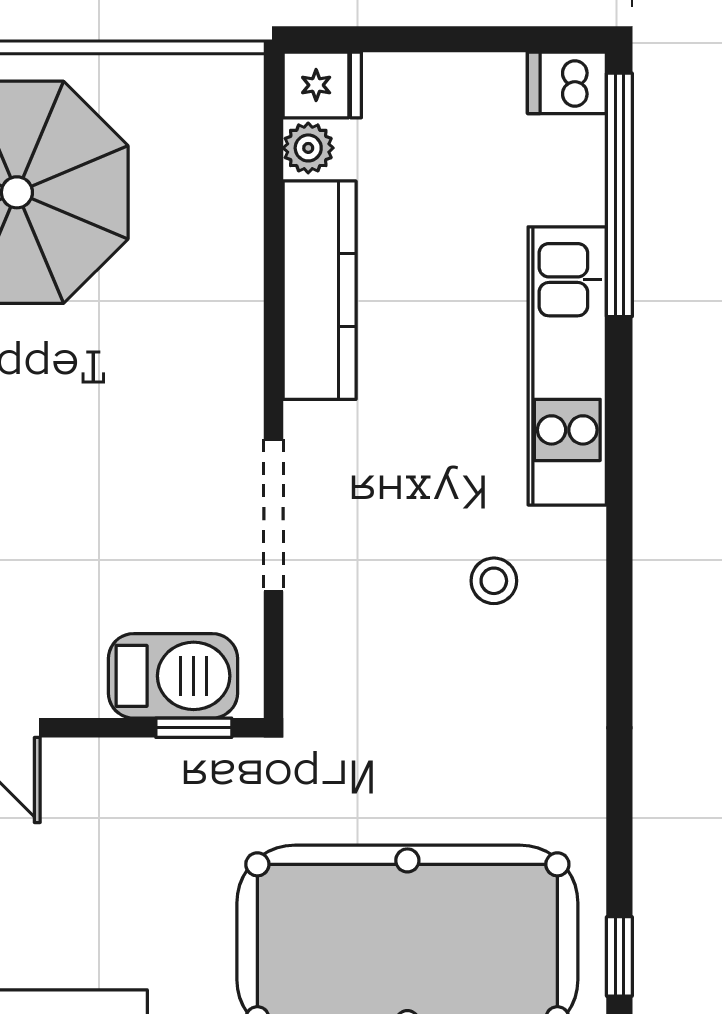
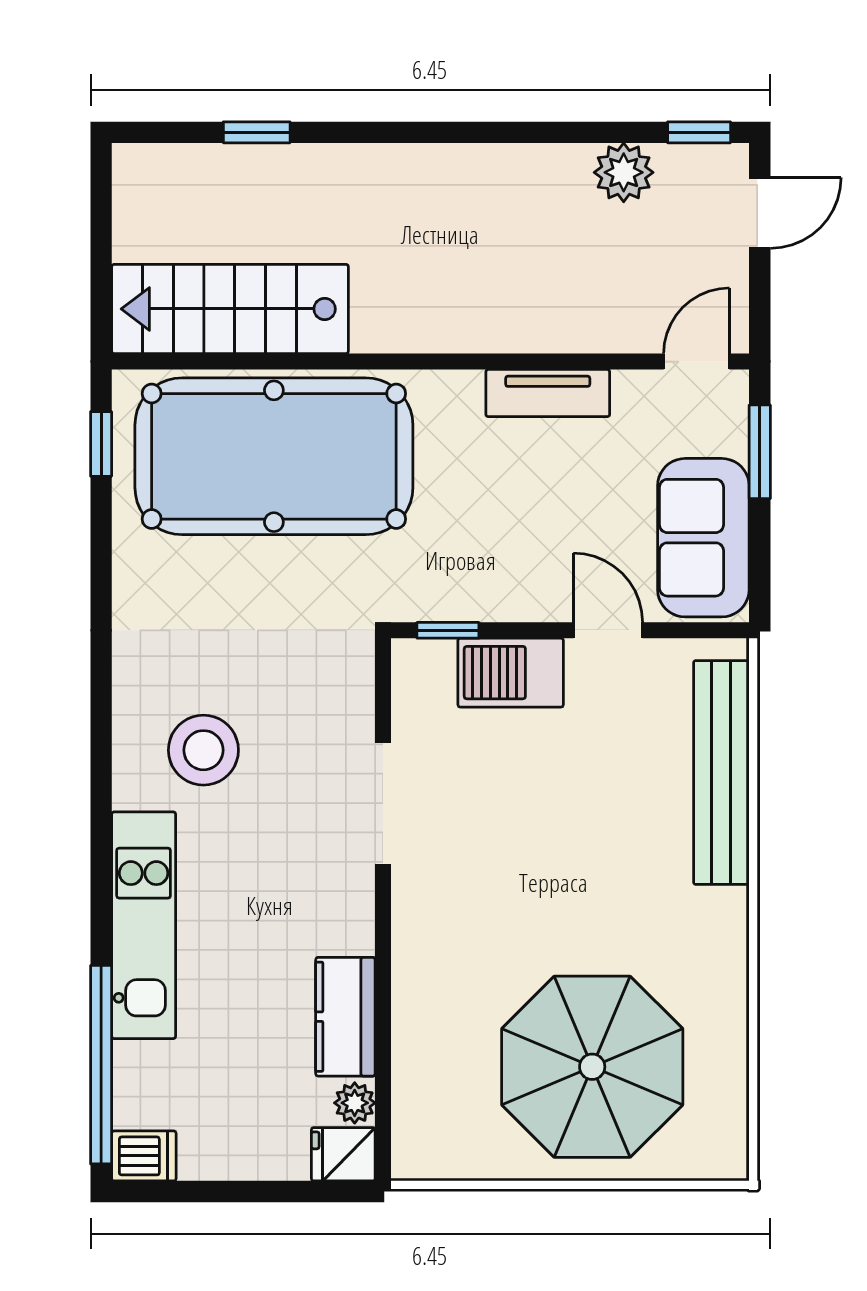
kitchen counter: (320, 290) -> (345, 1017), width x0.67
stool: (494, 581) -> (203, 750), width x1.89, depth x1.89
barbecue: (173, 676) -> (511, 673), moved

